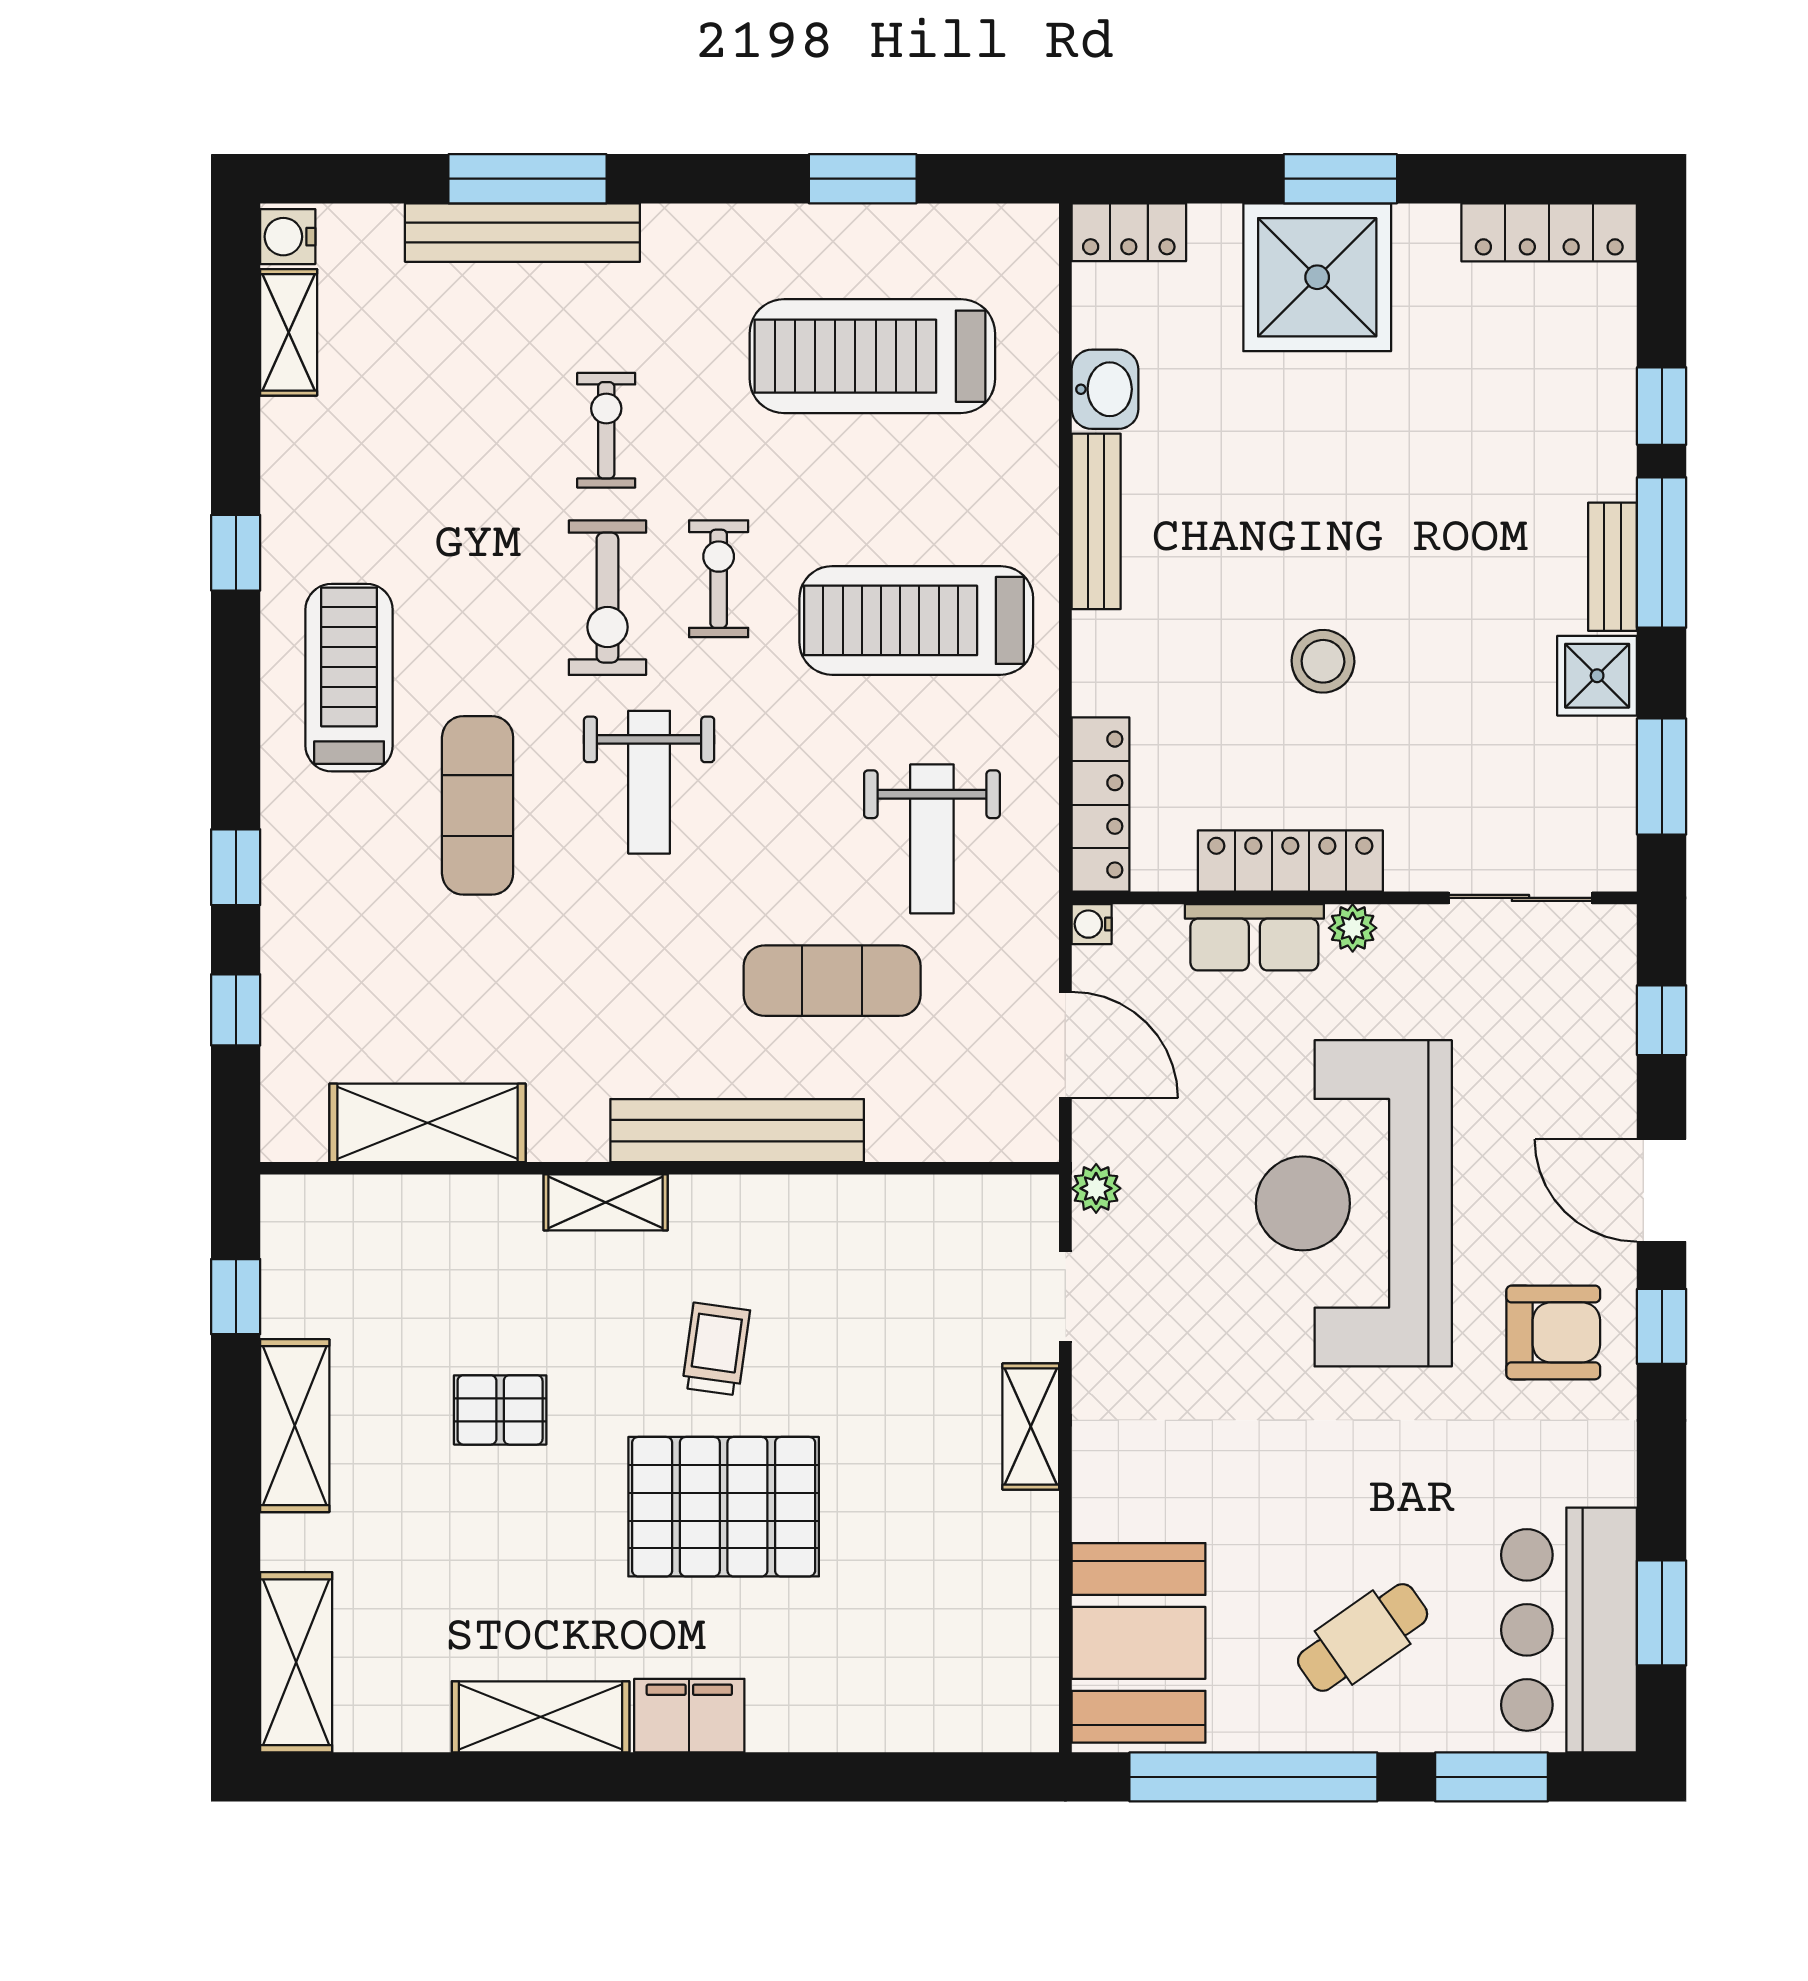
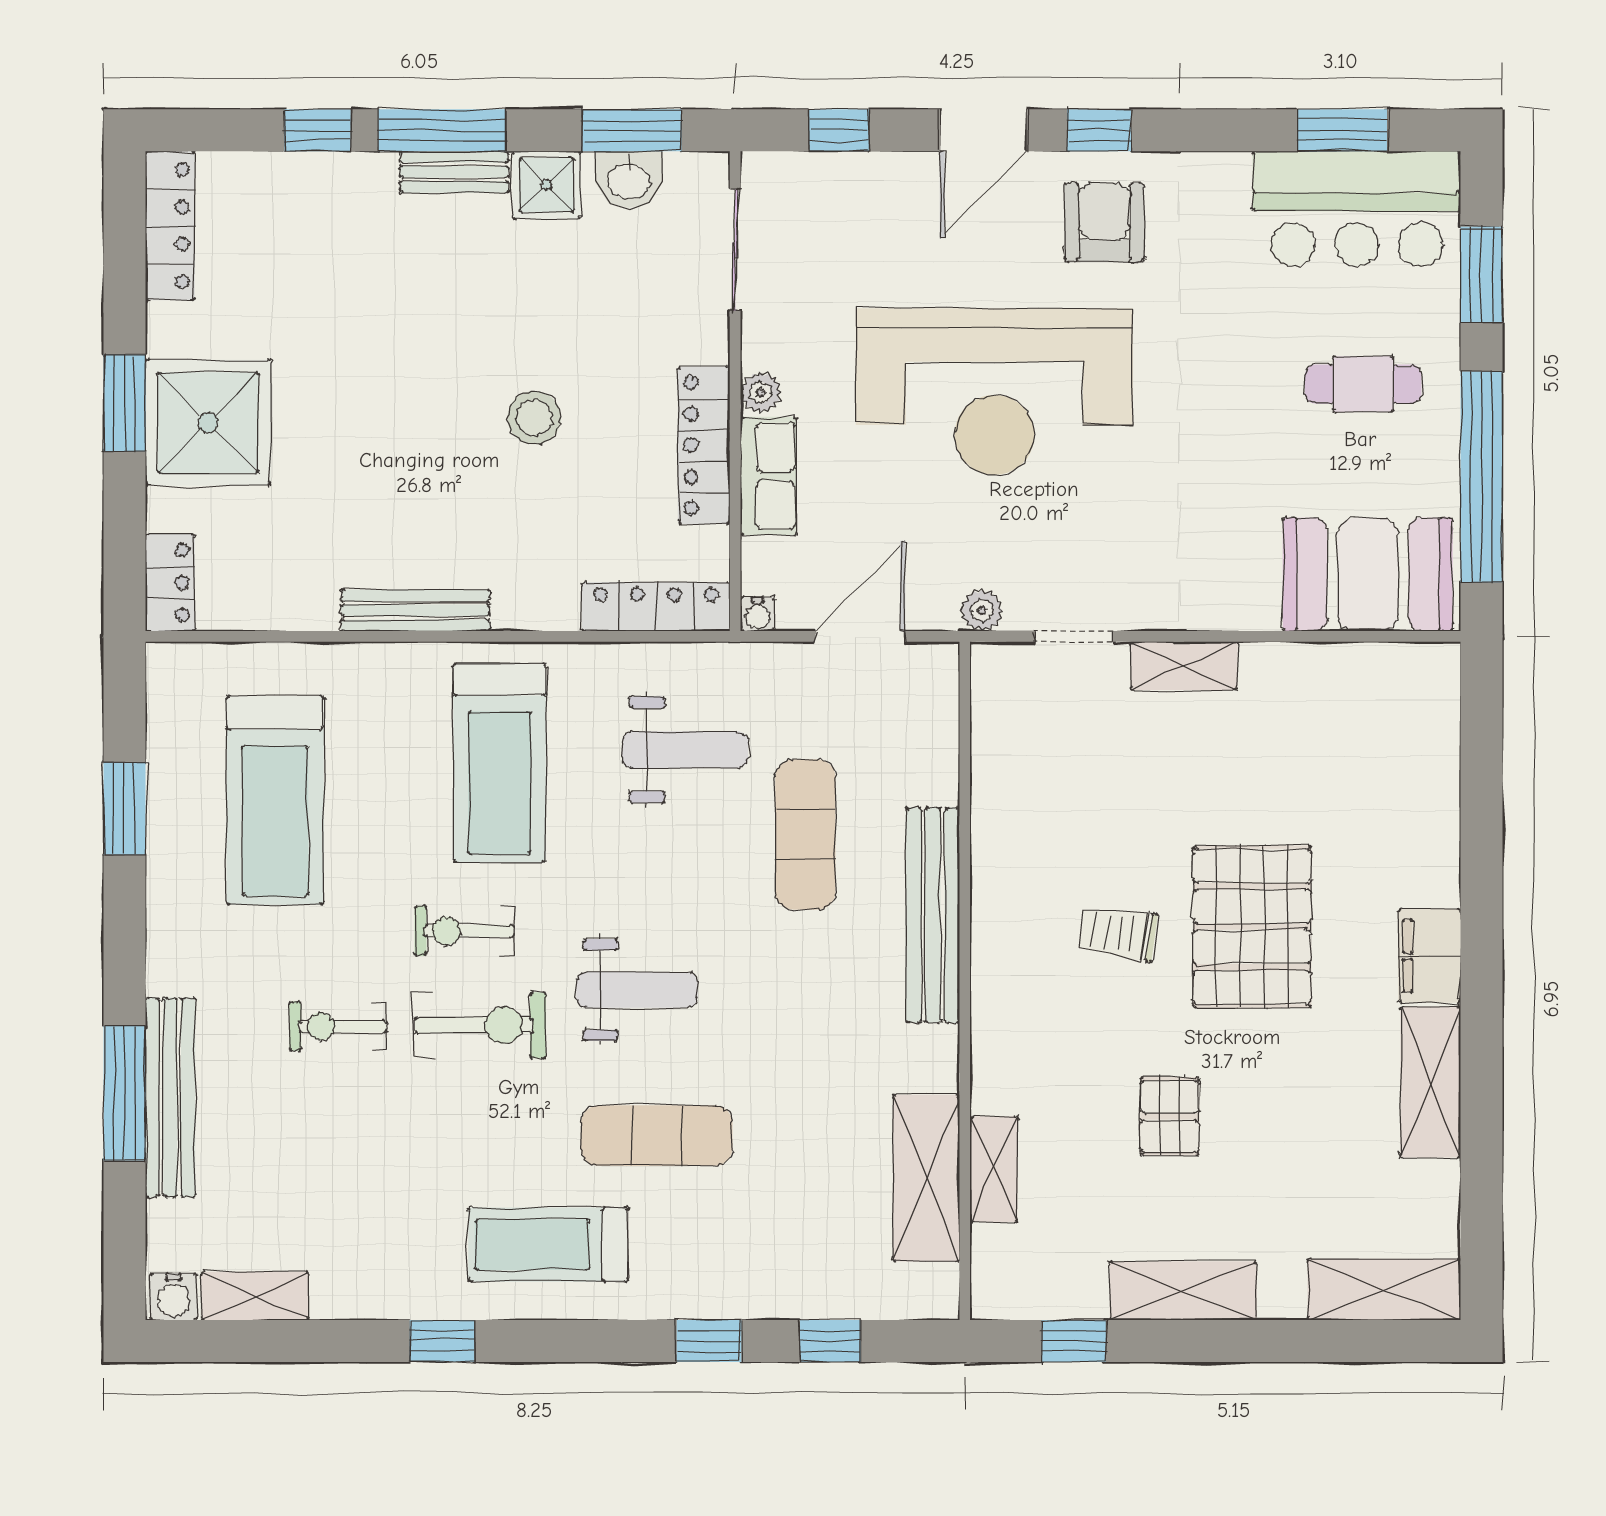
washbasin: (1105, 389) -> (629, 180), moved, turned 180
shelving: (606, 1202) -> (994, 1169), moved
cafe table: (1363, 1638) -> (1363, 384), turned -55

